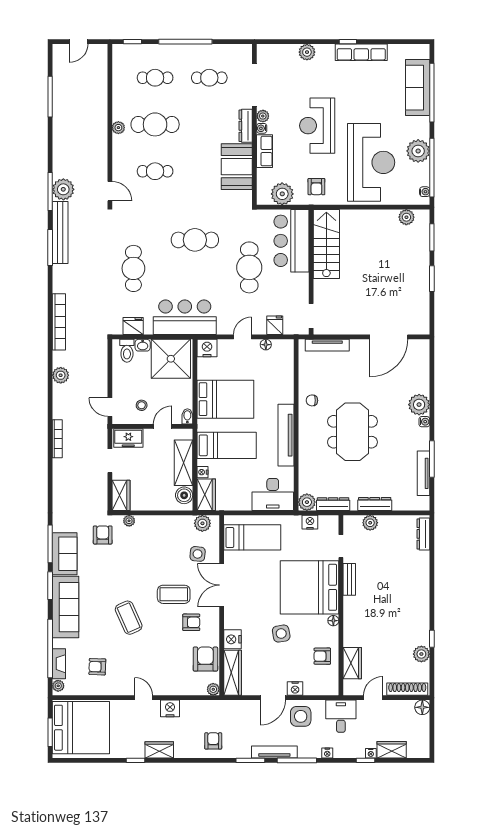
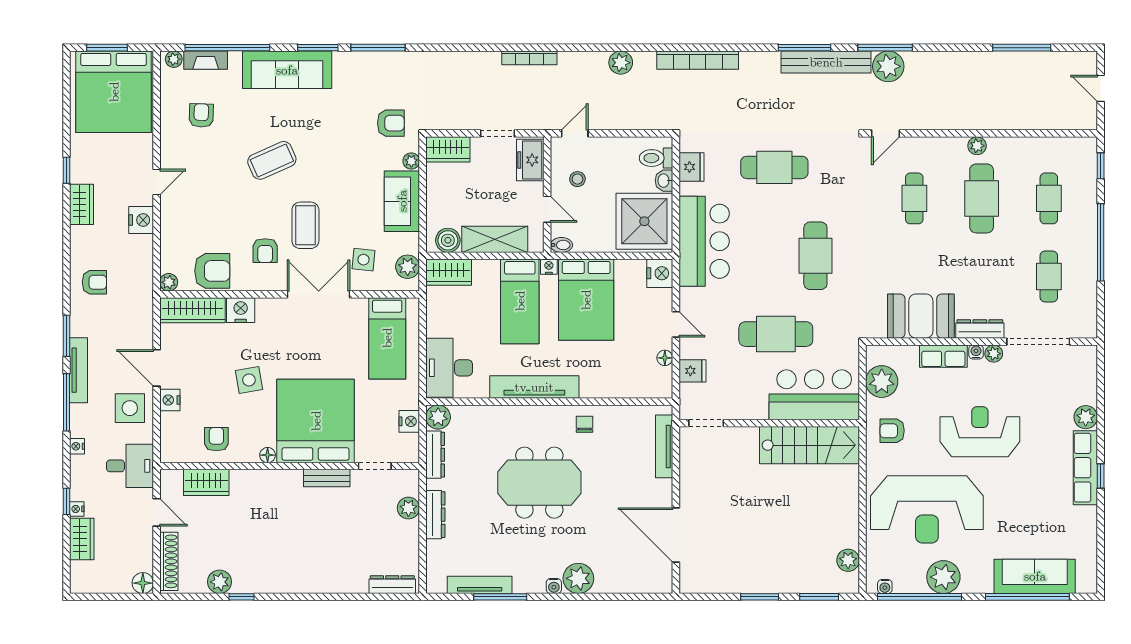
row of seats: (361, 52) -> (1085, 468), moved
nightstand: (202, 472) -> (549, 267), moved
sofa: (65, 554) -> (402, 201), moved, turned 90

